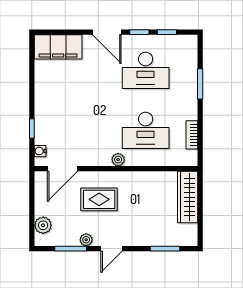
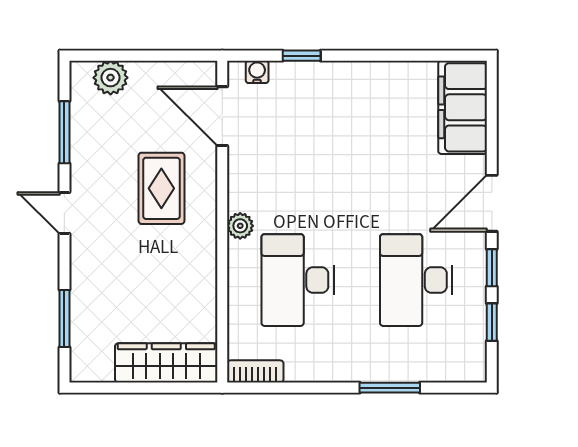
bookcase: (192, 135) -> (255, 371), moved
plant: (86, 240) -> (82, 163), removed

